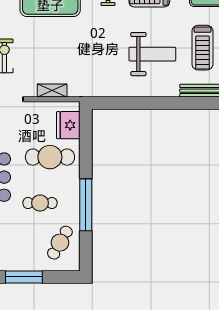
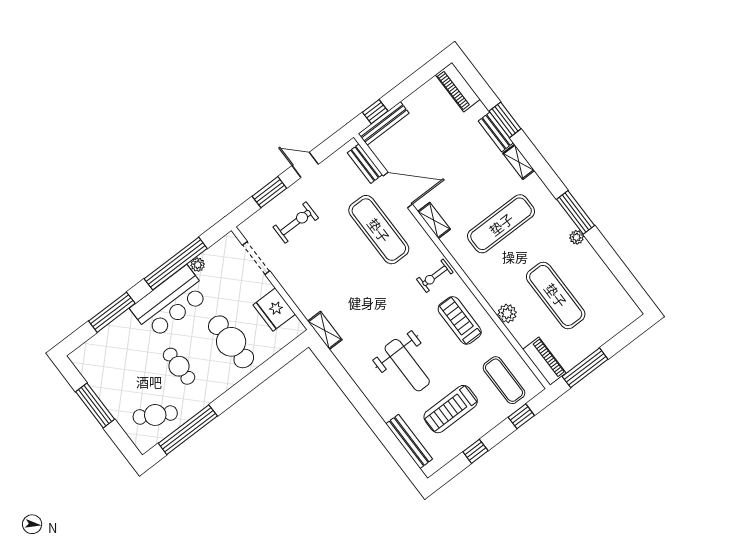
shelving: (52, 90) -> (325, 330), moved
fridge: (68, 125) -> (274, 310), moved, turned -90
window: (86, 205) -> (188, 430), moved

